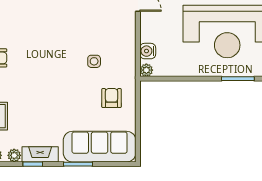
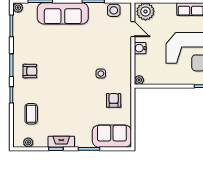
water cooler: (148, 51) -> (140, 48), moved
sofa: (100, 147) -> (112, 136), width x0.73
plant: (14, 155) -> (42, 142), removed

